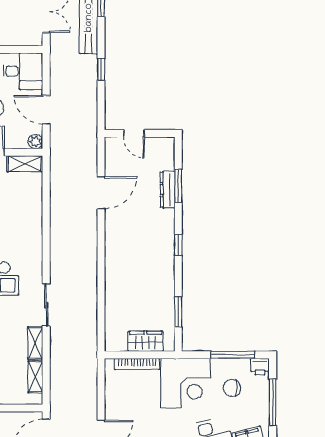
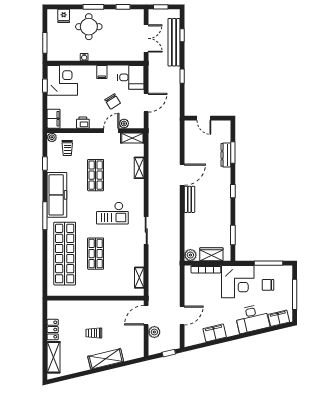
door: (46, 110) -> (146, 103), swing flipped
plant: (35, 142) -> (124, 124), moved
door: (101, 193) -> (182, 175), moved
bench: (112, 257) -> (190, 199), added
plant: (114, 342) -> (190, 255), added
shelving: (35, 343) -> (139, 168), moved
printer: (260, 367) -> (286, 271), removed

